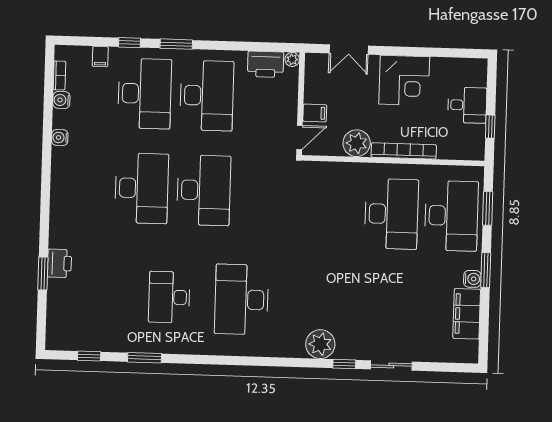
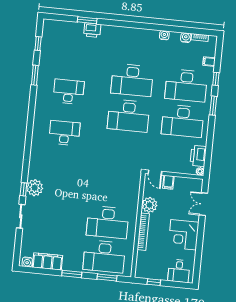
desk: (467, 105) -> (179, 271), moved
water cooler: (472, 279) -> (27, 262), moved
desk: (242, 299) -> (64, 133), width x0.73, depth x0.77
plant: (320, 344) -> (35, 188), moved

